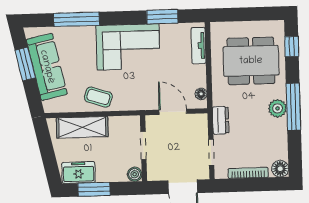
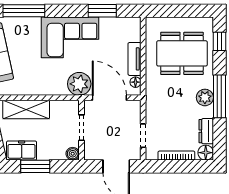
tv unit: (199, 46) -> (134, 59), moved
coffee table: (98, 97) -> (42, 82), removed
plant: (140, 98) -> (79, 84), added
door: (173, 112) -> (109, 98), width x1.36
dresser: (221, 120) -> (206, 131), moved, turned 180

